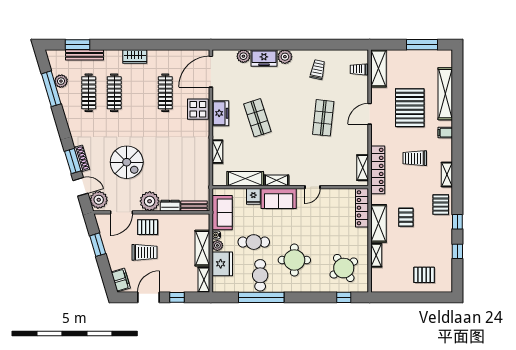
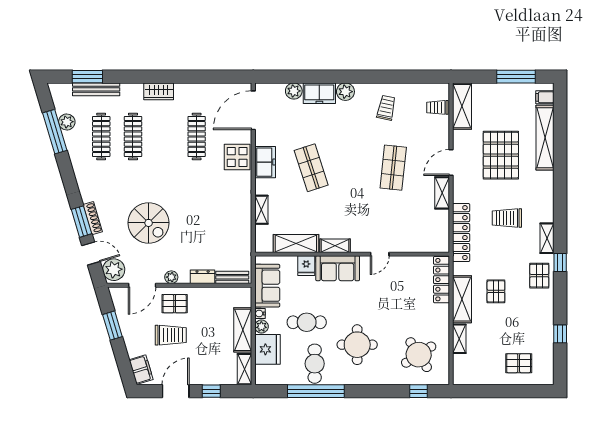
filing cabinet: (445, 133) -> (545, 97), moved
shelving: (363, 168) -> (442, 193), moved
plant: (150, 201) -> (171, 277), width x0.53, depth x0.53
window: (457, 222) -> (560, 263), moved

